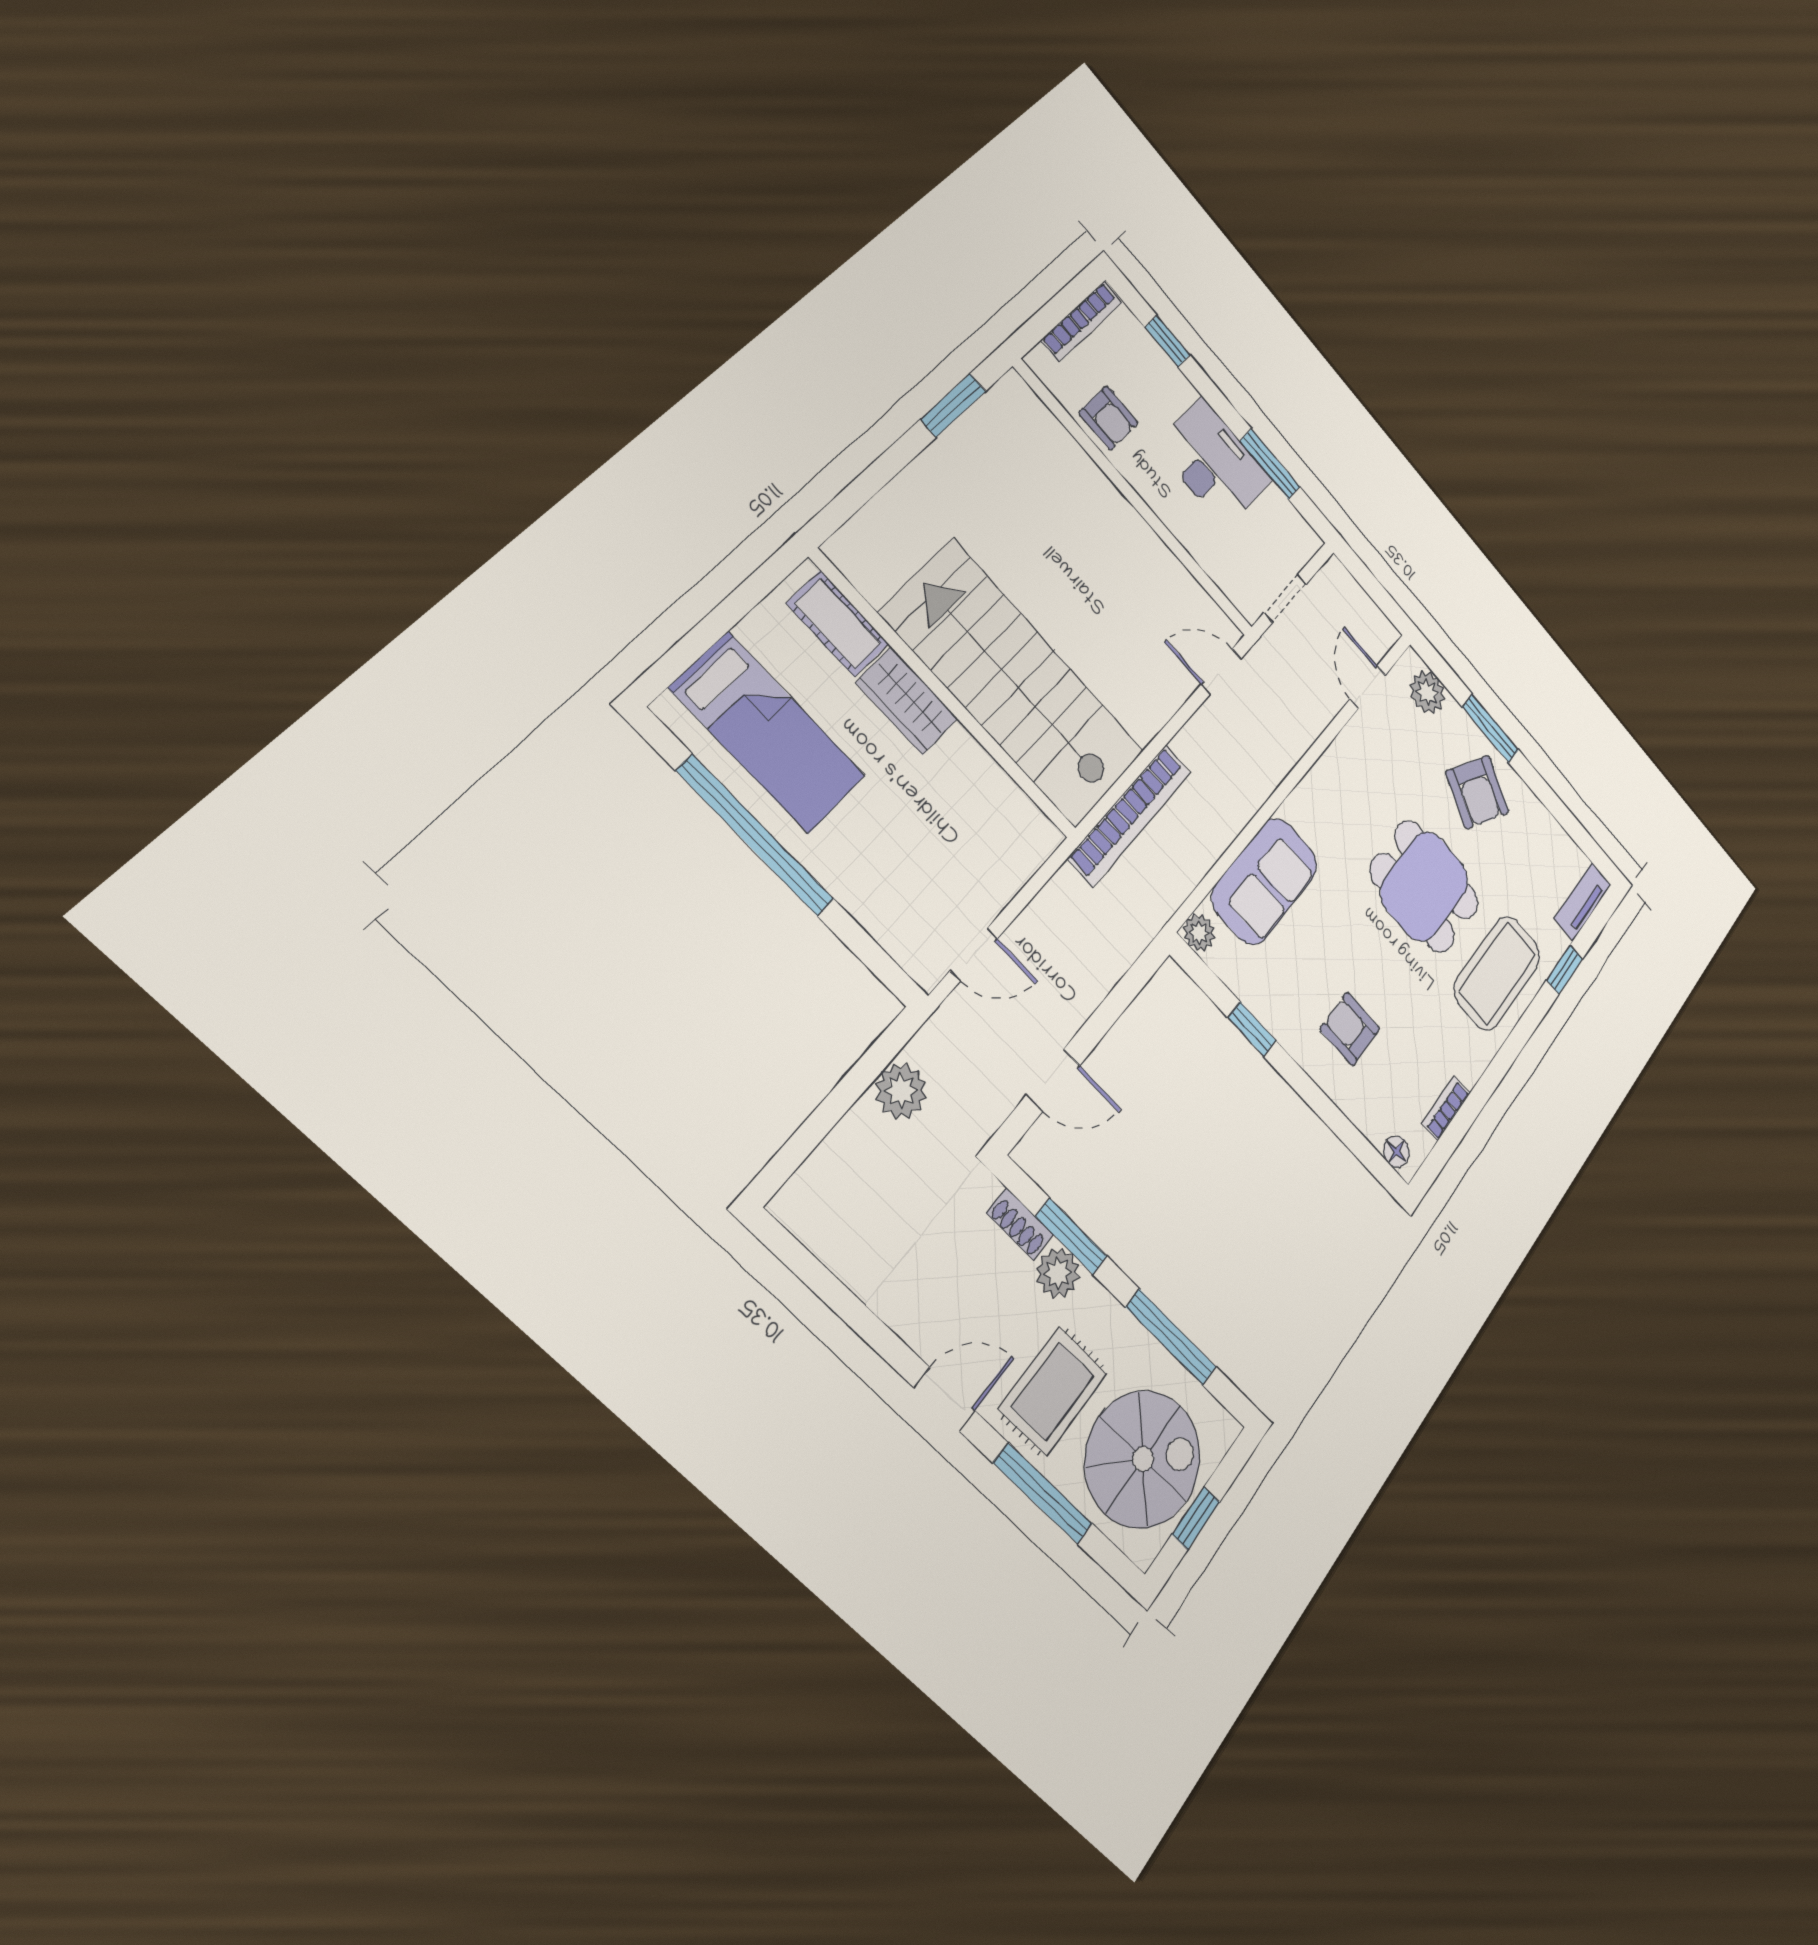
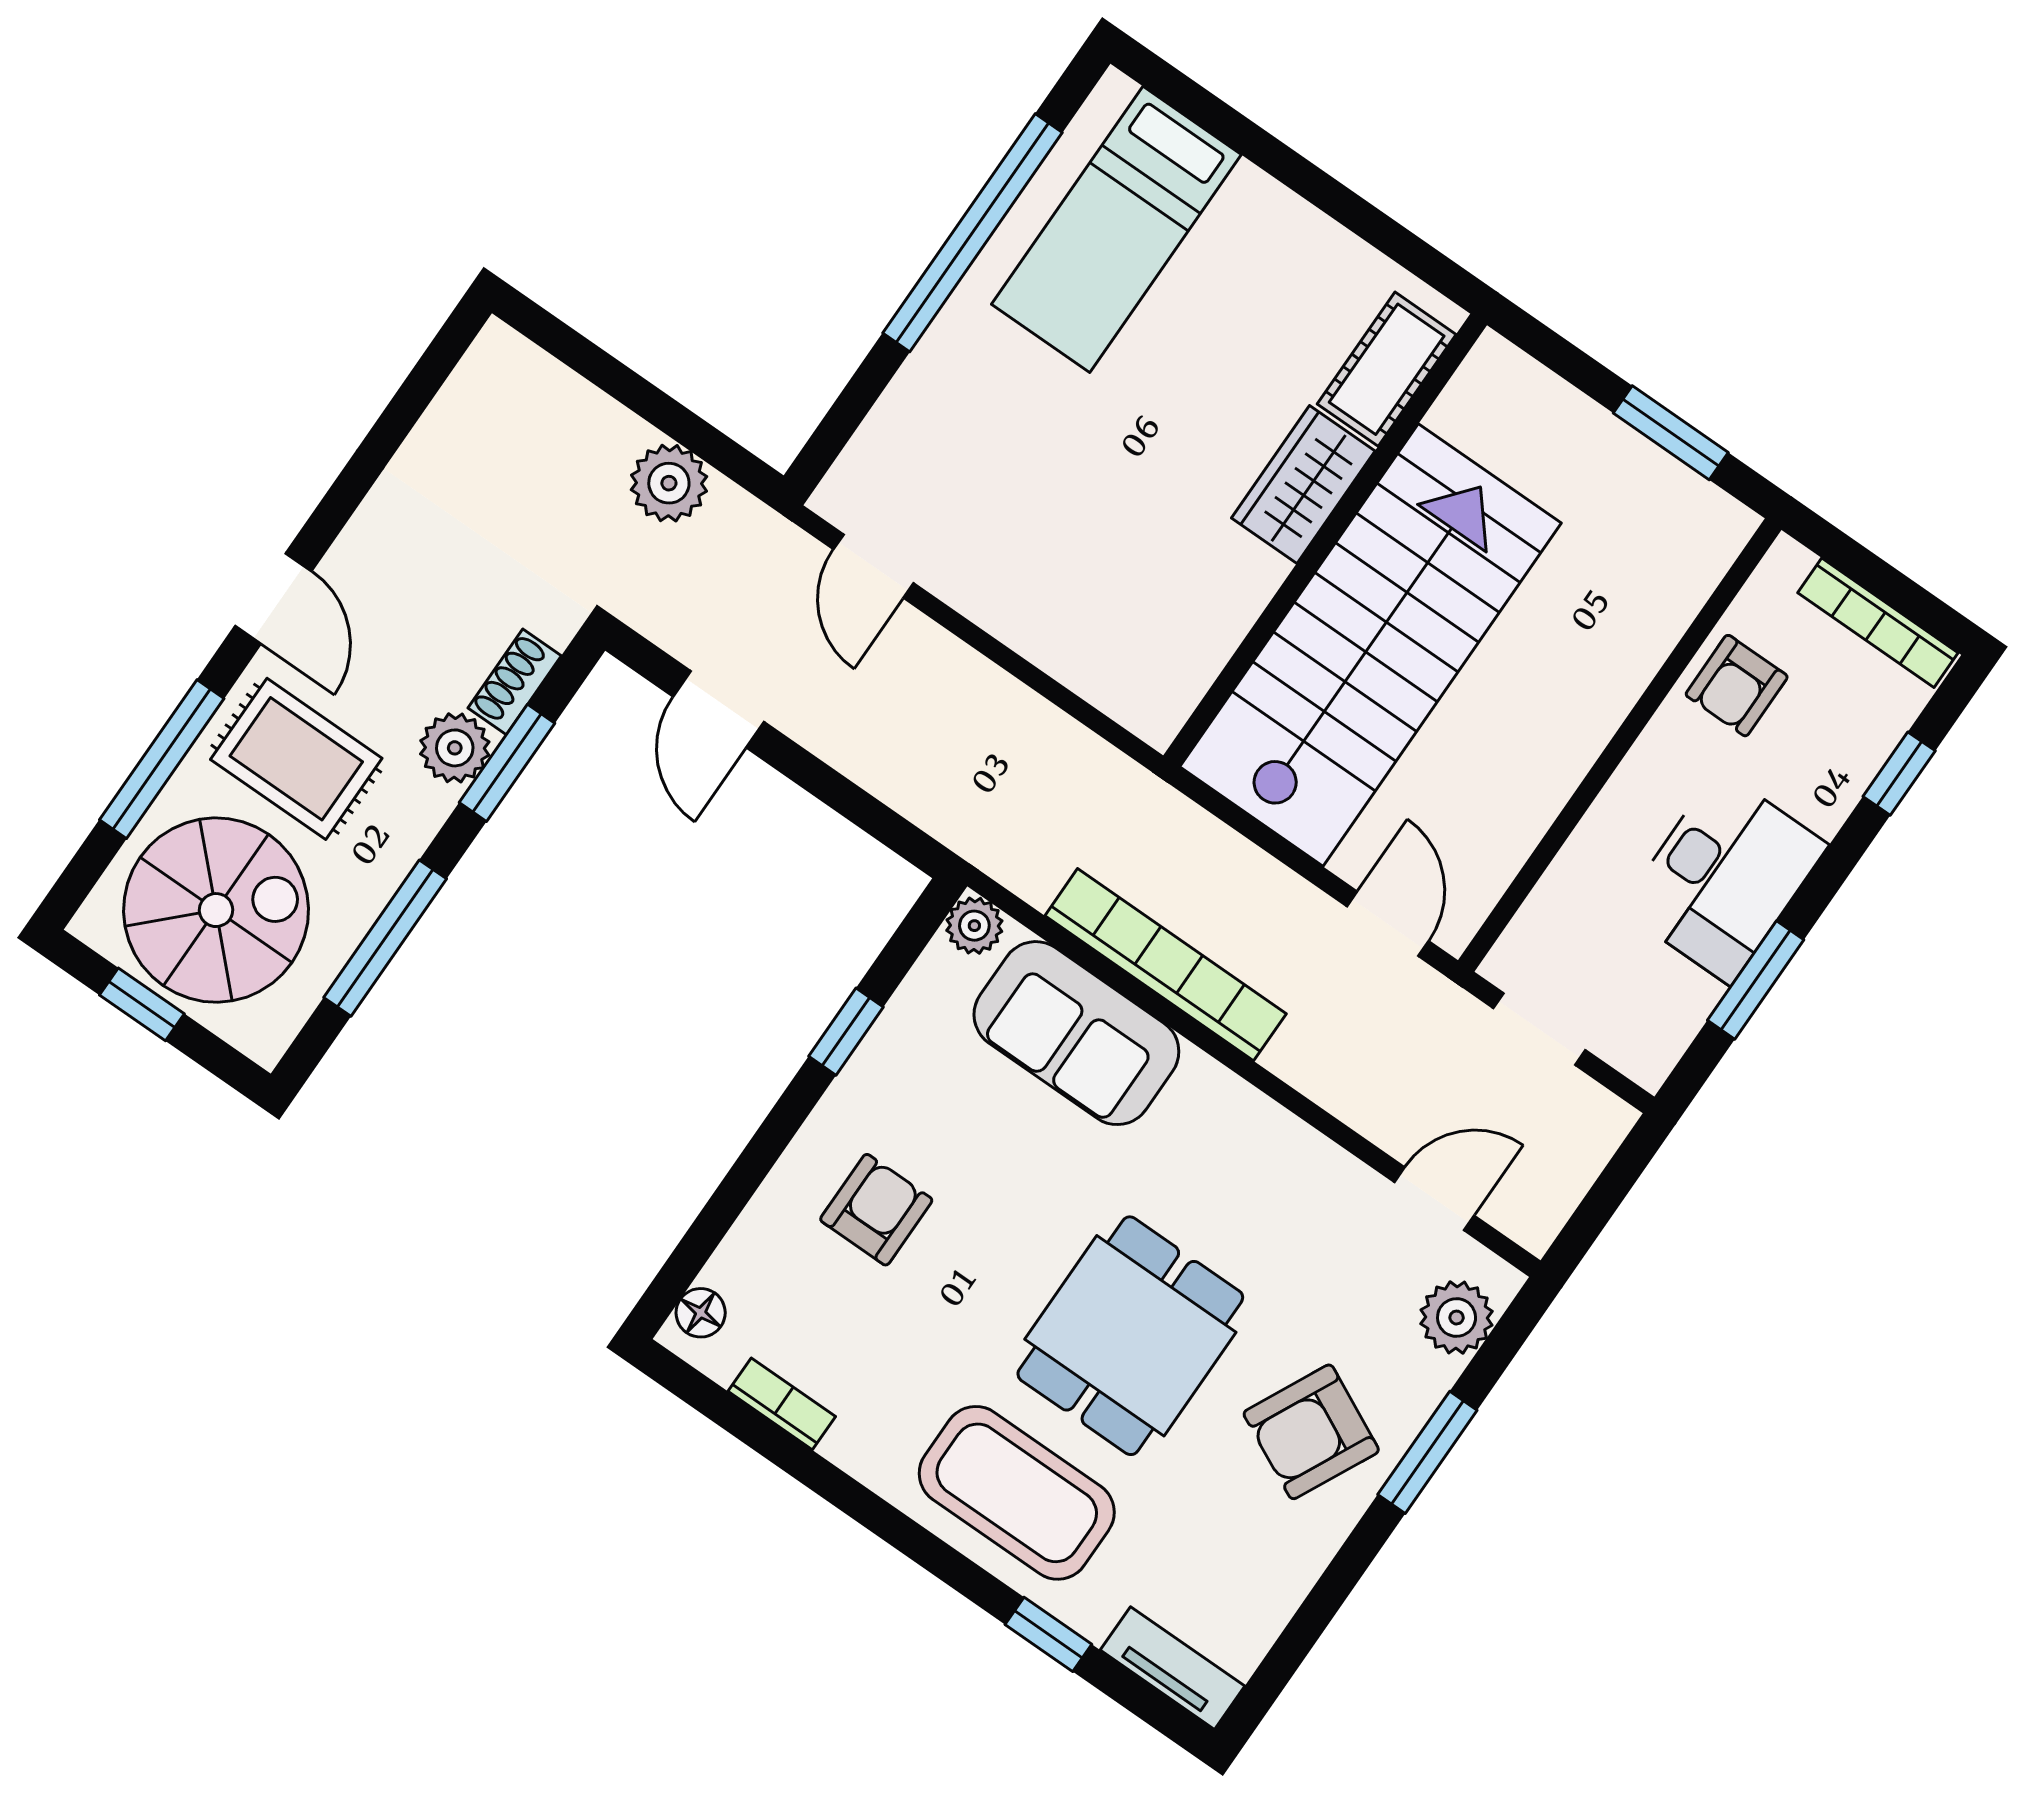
cot: (838, 624) -> (1387, 369), moved
stairs: (1014, 684) -> (1371, 645), moved
wall: (945, 696) -> (1325, 540), moved
wardrobe: (907, 701) -> (1303, 484), moved
bookcase: (1130, 815) -> (1166, 965), moved, turned 180
spiral stairs: (1143, 1459) -> (216, 910), turned -90

